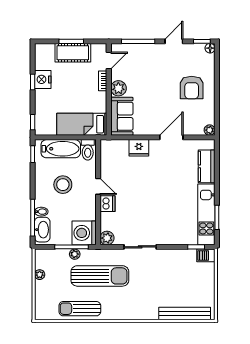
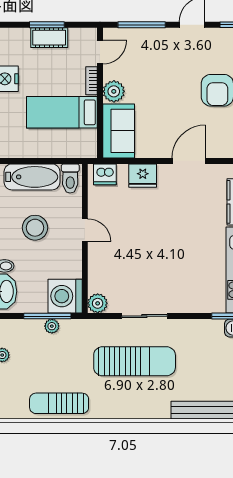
cot: (73, 53) -> (49, 38), width x0.73, depth x0.75
bed: (82, 124) -> (62, 112), moved
dishwasher: (108, 204) -> (105, 174), moved, turned 90
sun lounger: (100, 276) -> (135, 361), moved

